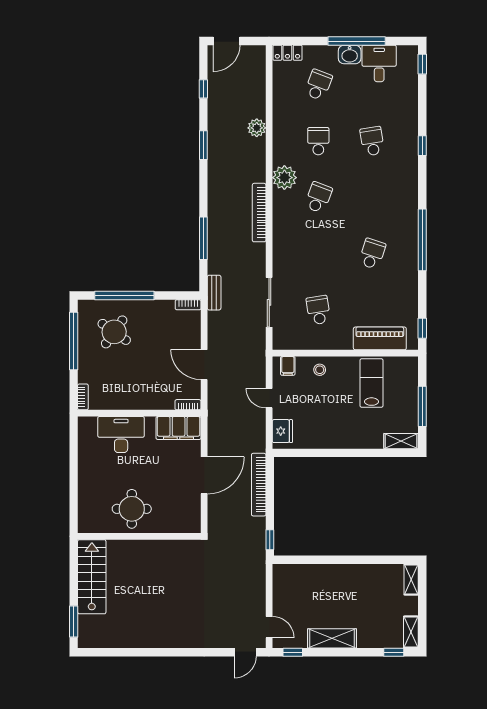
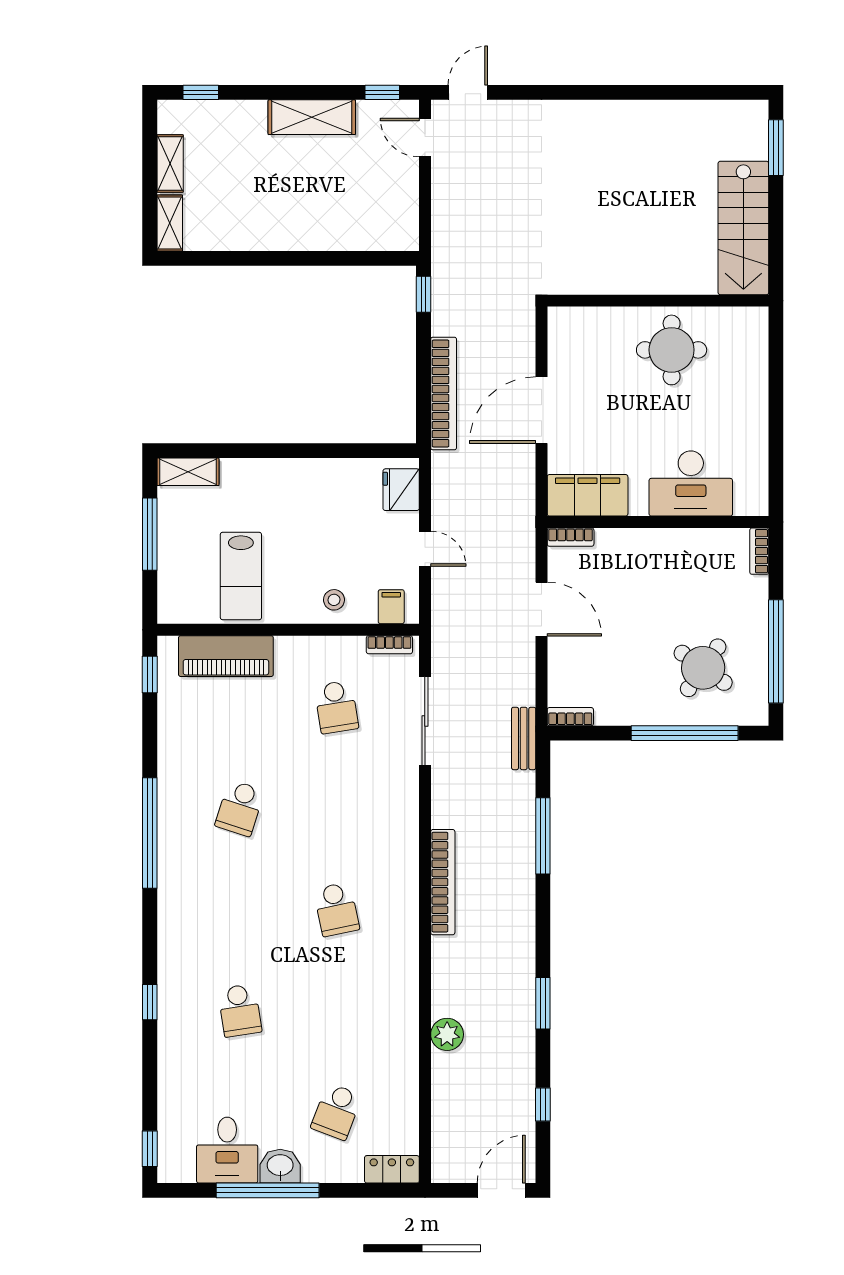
school desk: (318, 141) -> (336, 1010), removed
plant: (284, 178) -> (397, 945), removed
school desk: (318, 197) -> (336, 909), turned -33
bookcase: (289, 345) -> (389, 645), added
shelving: (411, 632) -> (170, 164), moved

